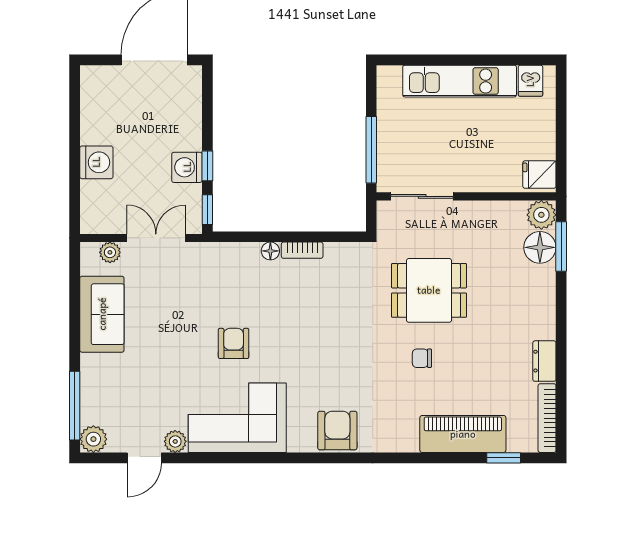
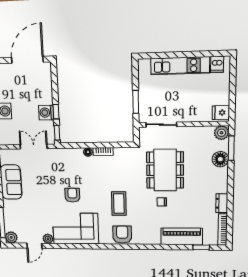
window: (371, 150) -> (136, 102), width x0.69
floor lamp: (540, 247) -> (220, 159), moved
plant: (110, 252) -> (13, 154), removed
dining table: (429, 290) -> (165, 170), width x1.38
coffee table: (332, 362) -> (119, 204), added

